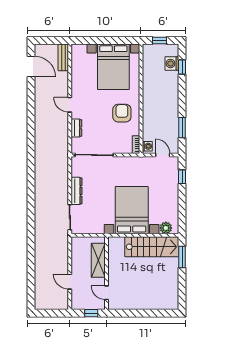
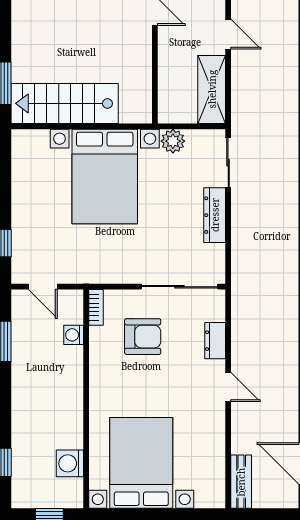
washing machine: (172, 63) -> (70, 463), moved, turned 180
armchair: (122, 113) -> (143, 337), moved, turned -90
washing machine: (147, 146) -> (74, 335), moved
plant: (166, 228) -> (173, 141), moved
shelving: (98, 260) -> (212, 89), moved

